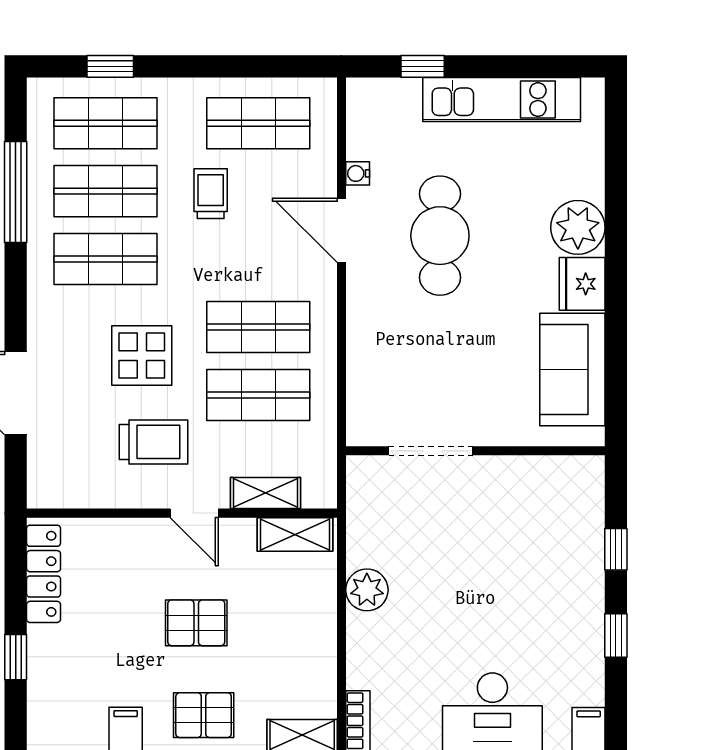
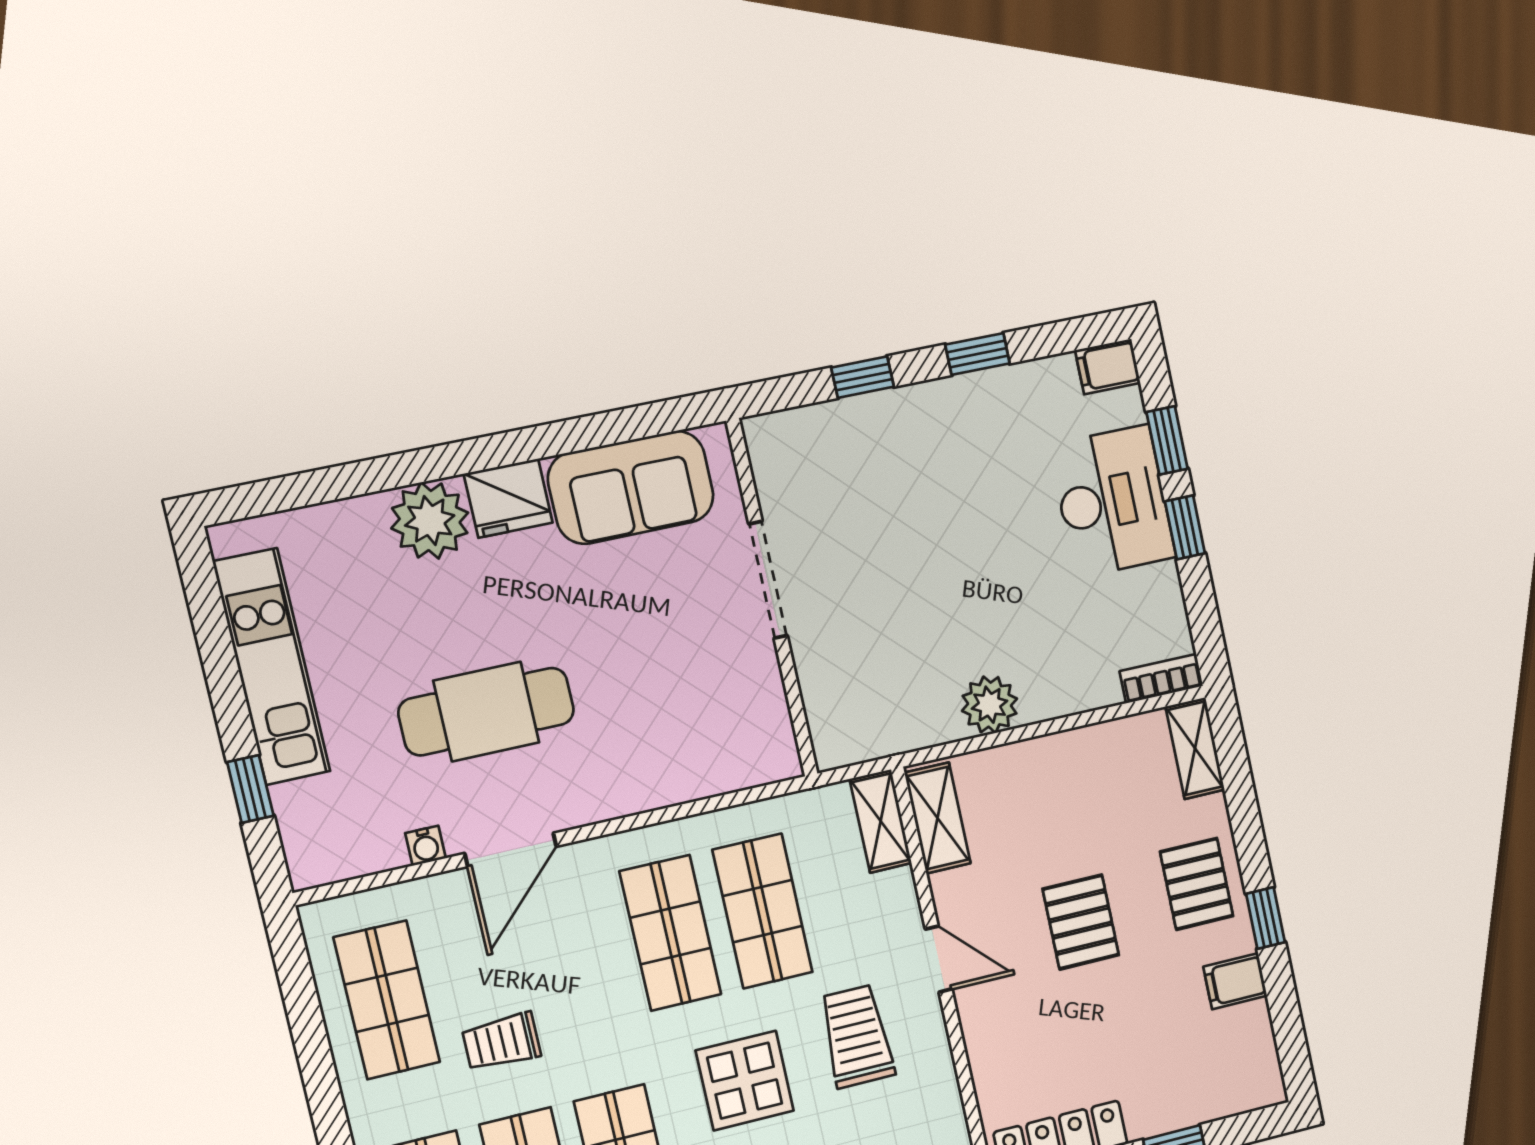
doorway: (431, 451) -> (768, 580), moved
shelving: (265, 493) -> (881, 821), moved
door: (194, 513) -> (939, 959), hinge flipped

